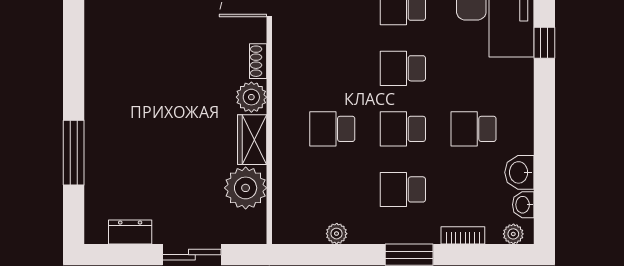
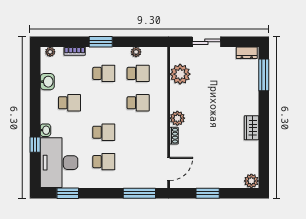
school desk: (403, 129) -> (138, 73), moved
wardrobe: (252, 140) -> (251, 128), moved, turned 180
window: (74, 153) -> (264, 75), moved
washbasin: (523, 205) -> (45, 130), moved
dresser: (130, 232) -> (247, 53), moved

